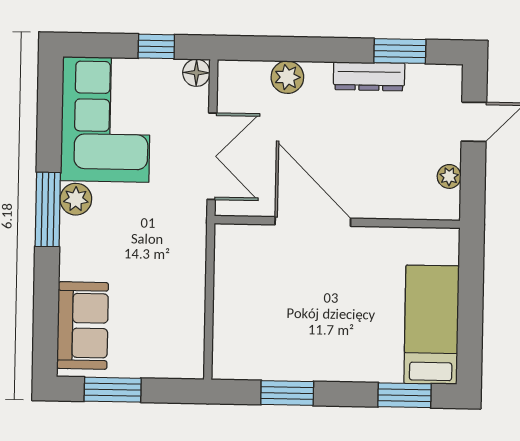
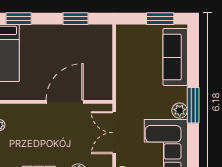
door: (313, 221) -> (65, 102), swing flipped
sofa: (83, 325) -> (175, 57), width x1.36

